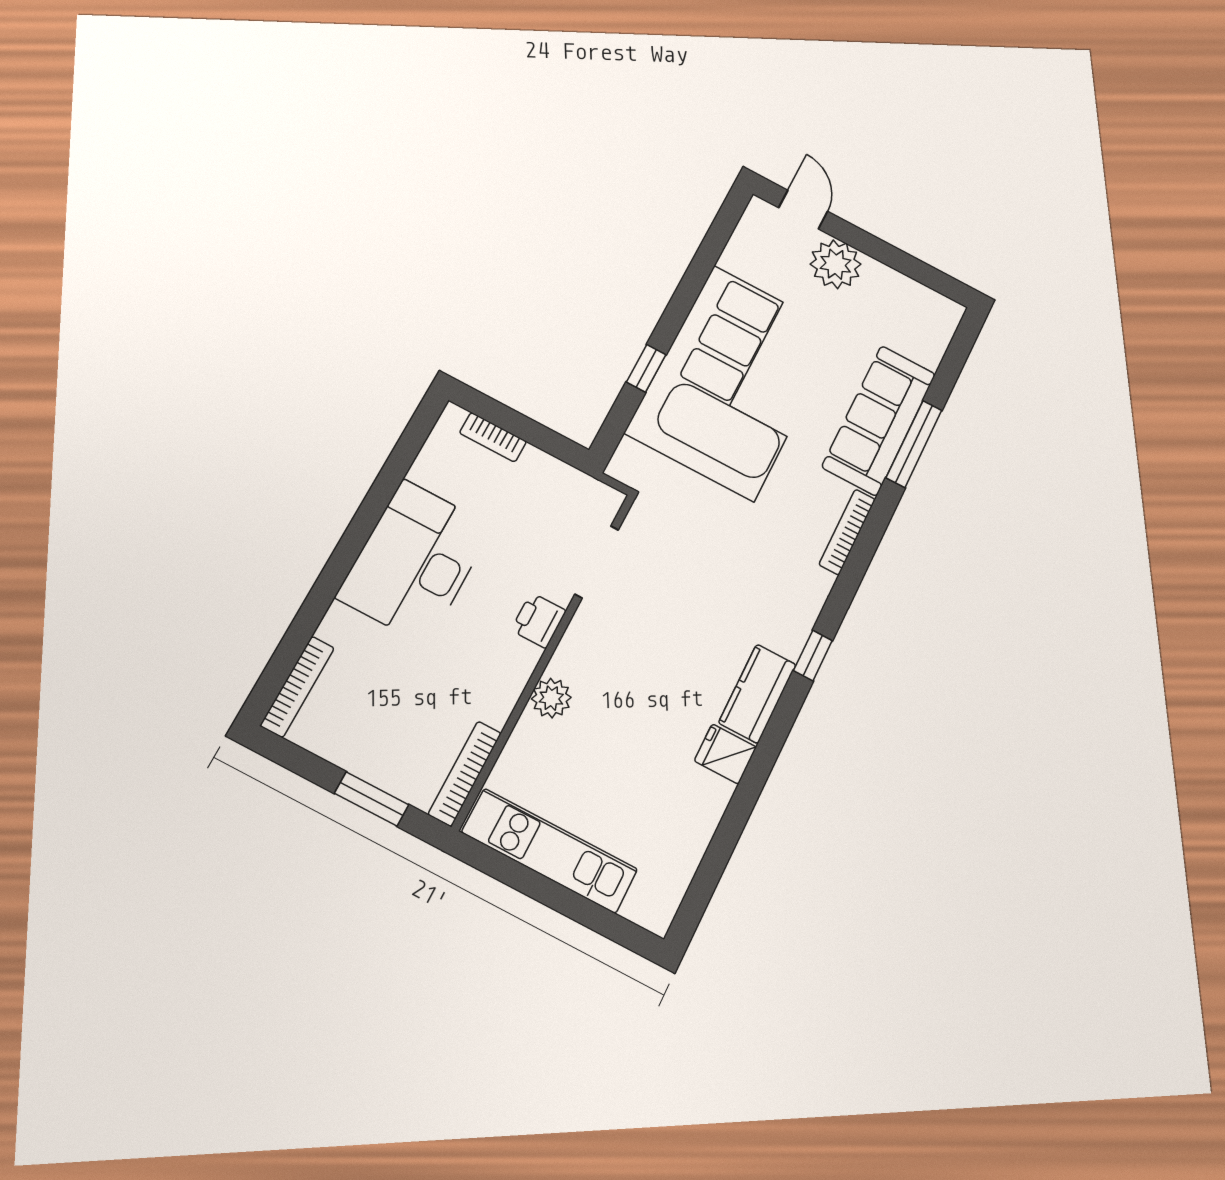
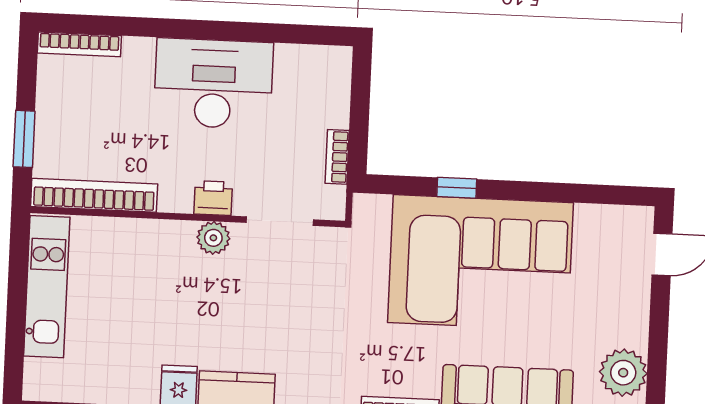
plant: (836, 264) -> (623, 373), moved
bookcase: (493, 437) -> (337, 157), moved
plant: (551, 698) -> (213, 238), moved
bookcase: (465, 774) -> (94, 195), width x1.48, depth x1.31

